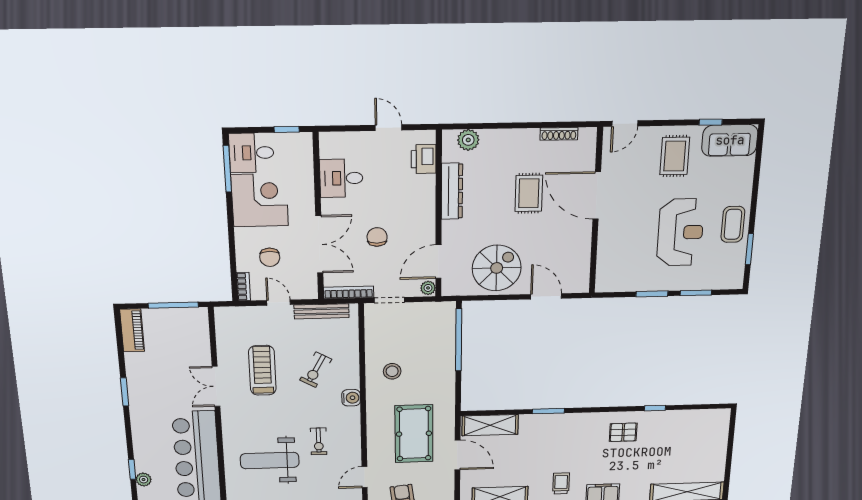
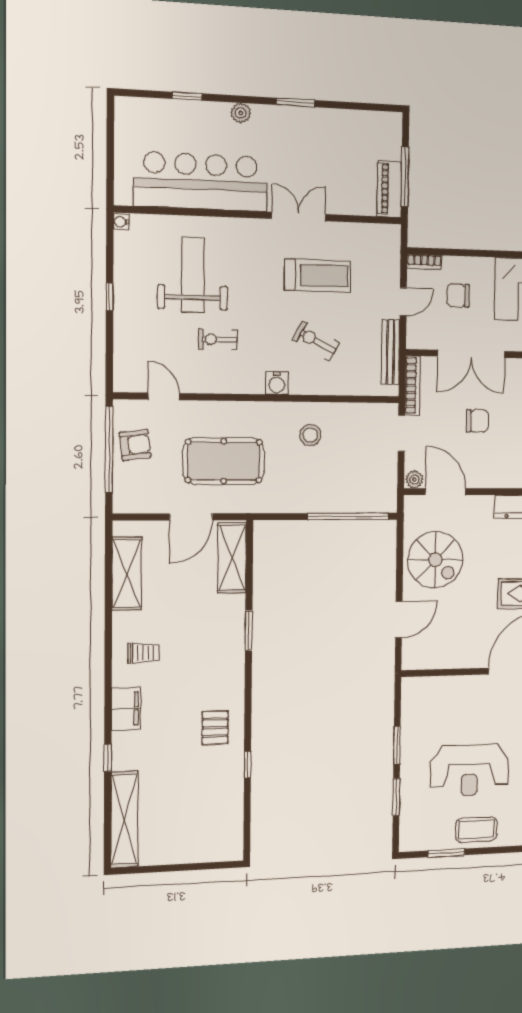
piano: (132, 330) -> (390, 189), moved, turned 90
plant: (144, 480) -> (241, 113), moved

